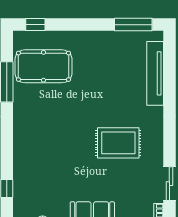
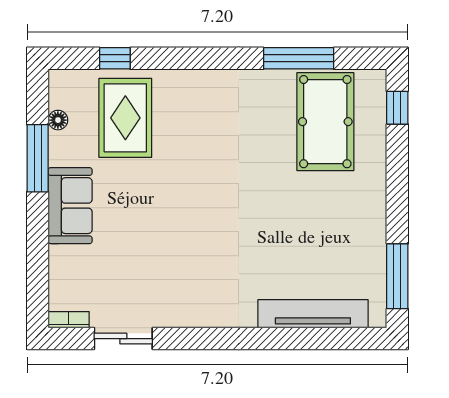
rug: (118, 143) -> (125, 118), moved

